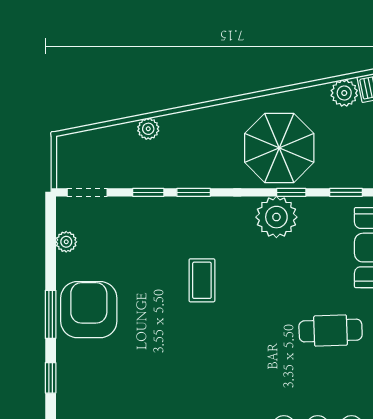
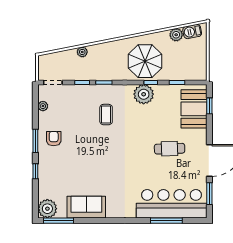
coffee table: (202, 280) -> (106, 115), moved
armchair: (89, 310) -> (54, 139), width x0.53, depth x0.53

